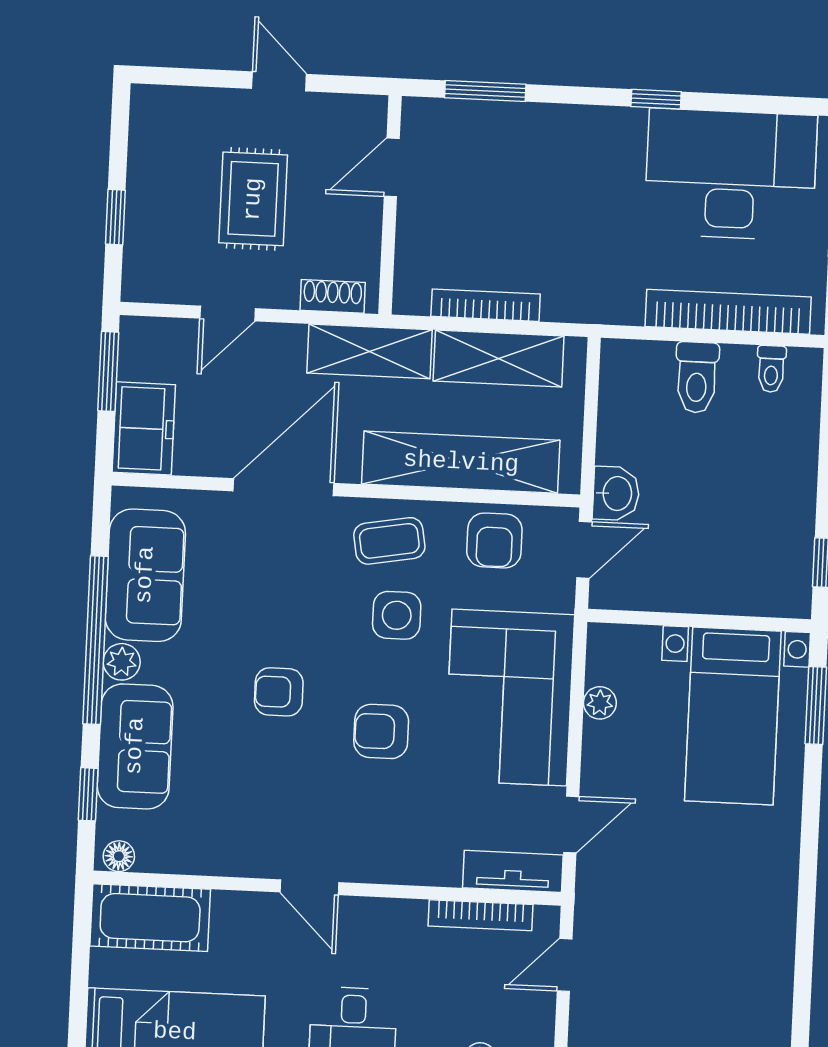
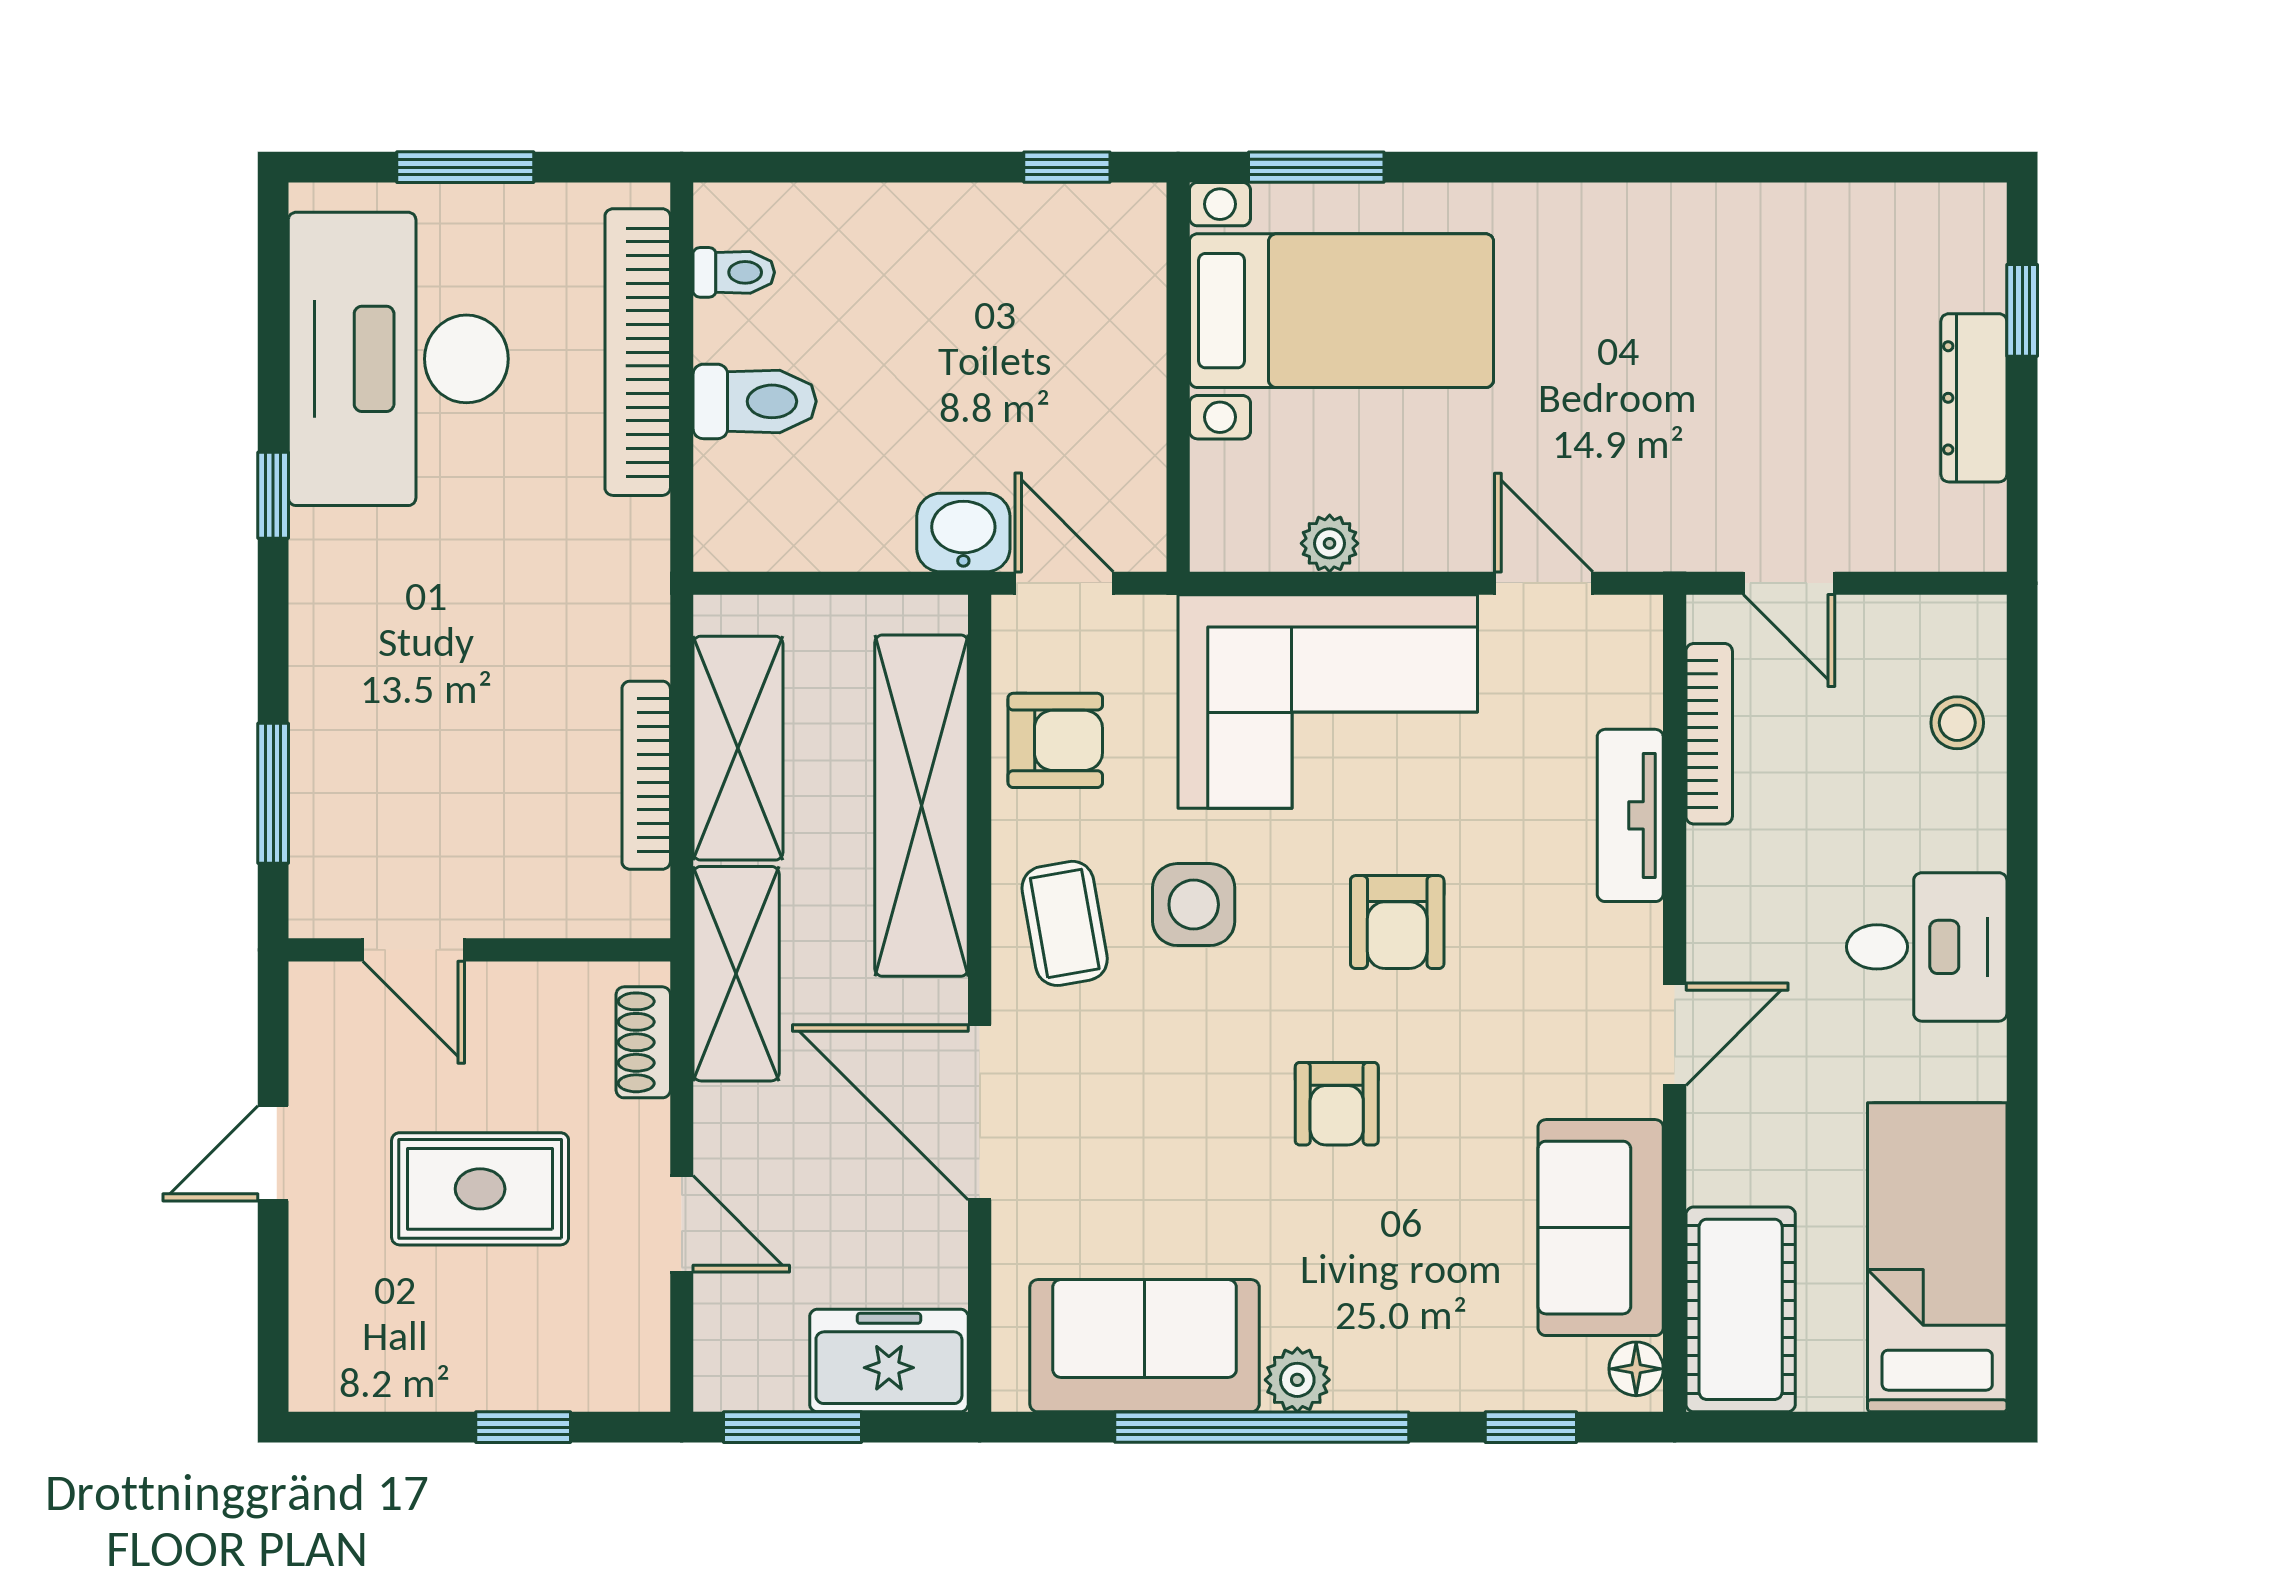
sofa: (135, 746) -> (1601, 1228), moved, turned -90
tv unit: (513, 871) -> (1630, 815), moved

